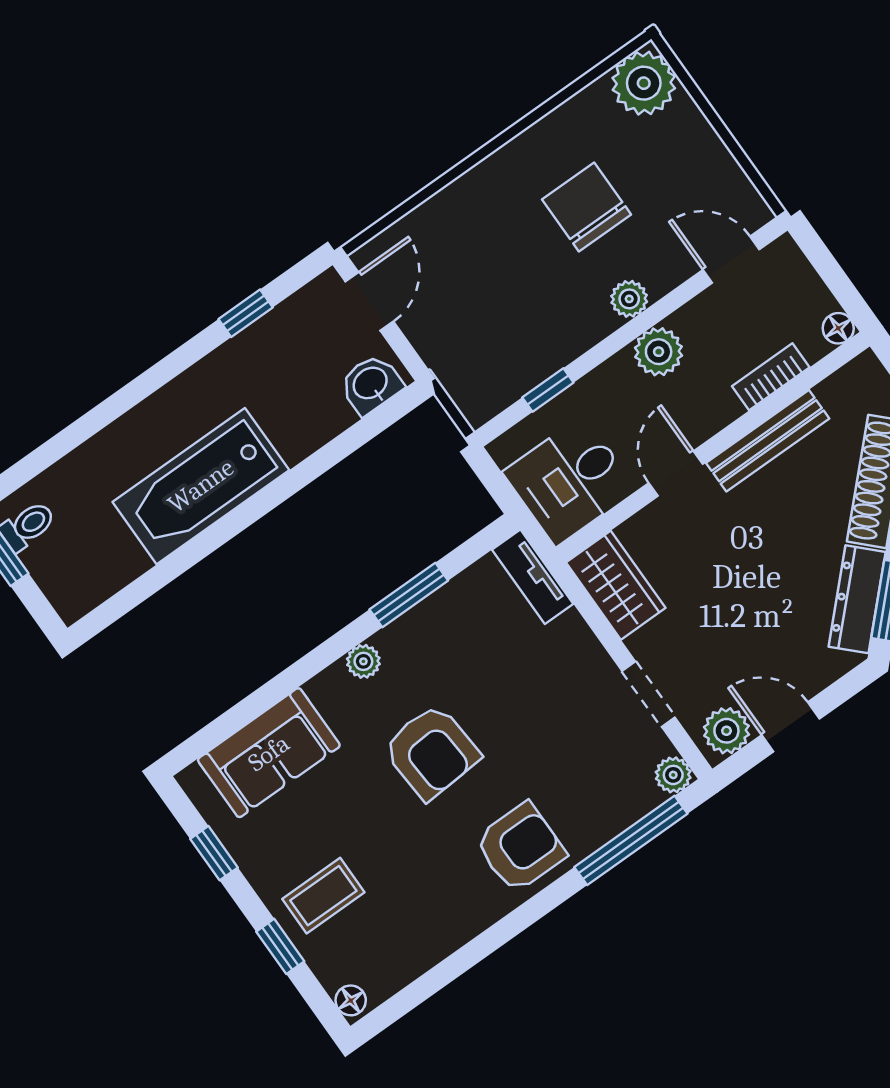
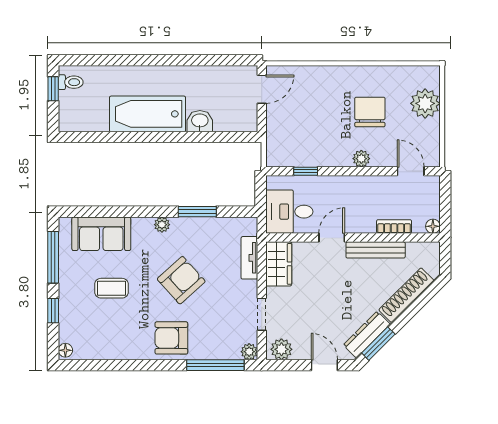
plant: (644, 83) -> (425, 103), moved
window: (246, 313) -> (211, 60), removed
plant: (659, 352) -> (358, 187), removed
washbasin: (371, 384) -> (200, 121), moved
tv unit: (533, 577) -> (249, 258), moved
door: (791, 727) -> (324, 365), moved
armchair: (431, 752) -> (181, 280), moved, turned -128
armchair: (520, 848) -> (171, 338), turned 180
window: (214, 853) -> (53, 257), width x2.17
coffee table: (323, 896) -> (112, 288), moved

